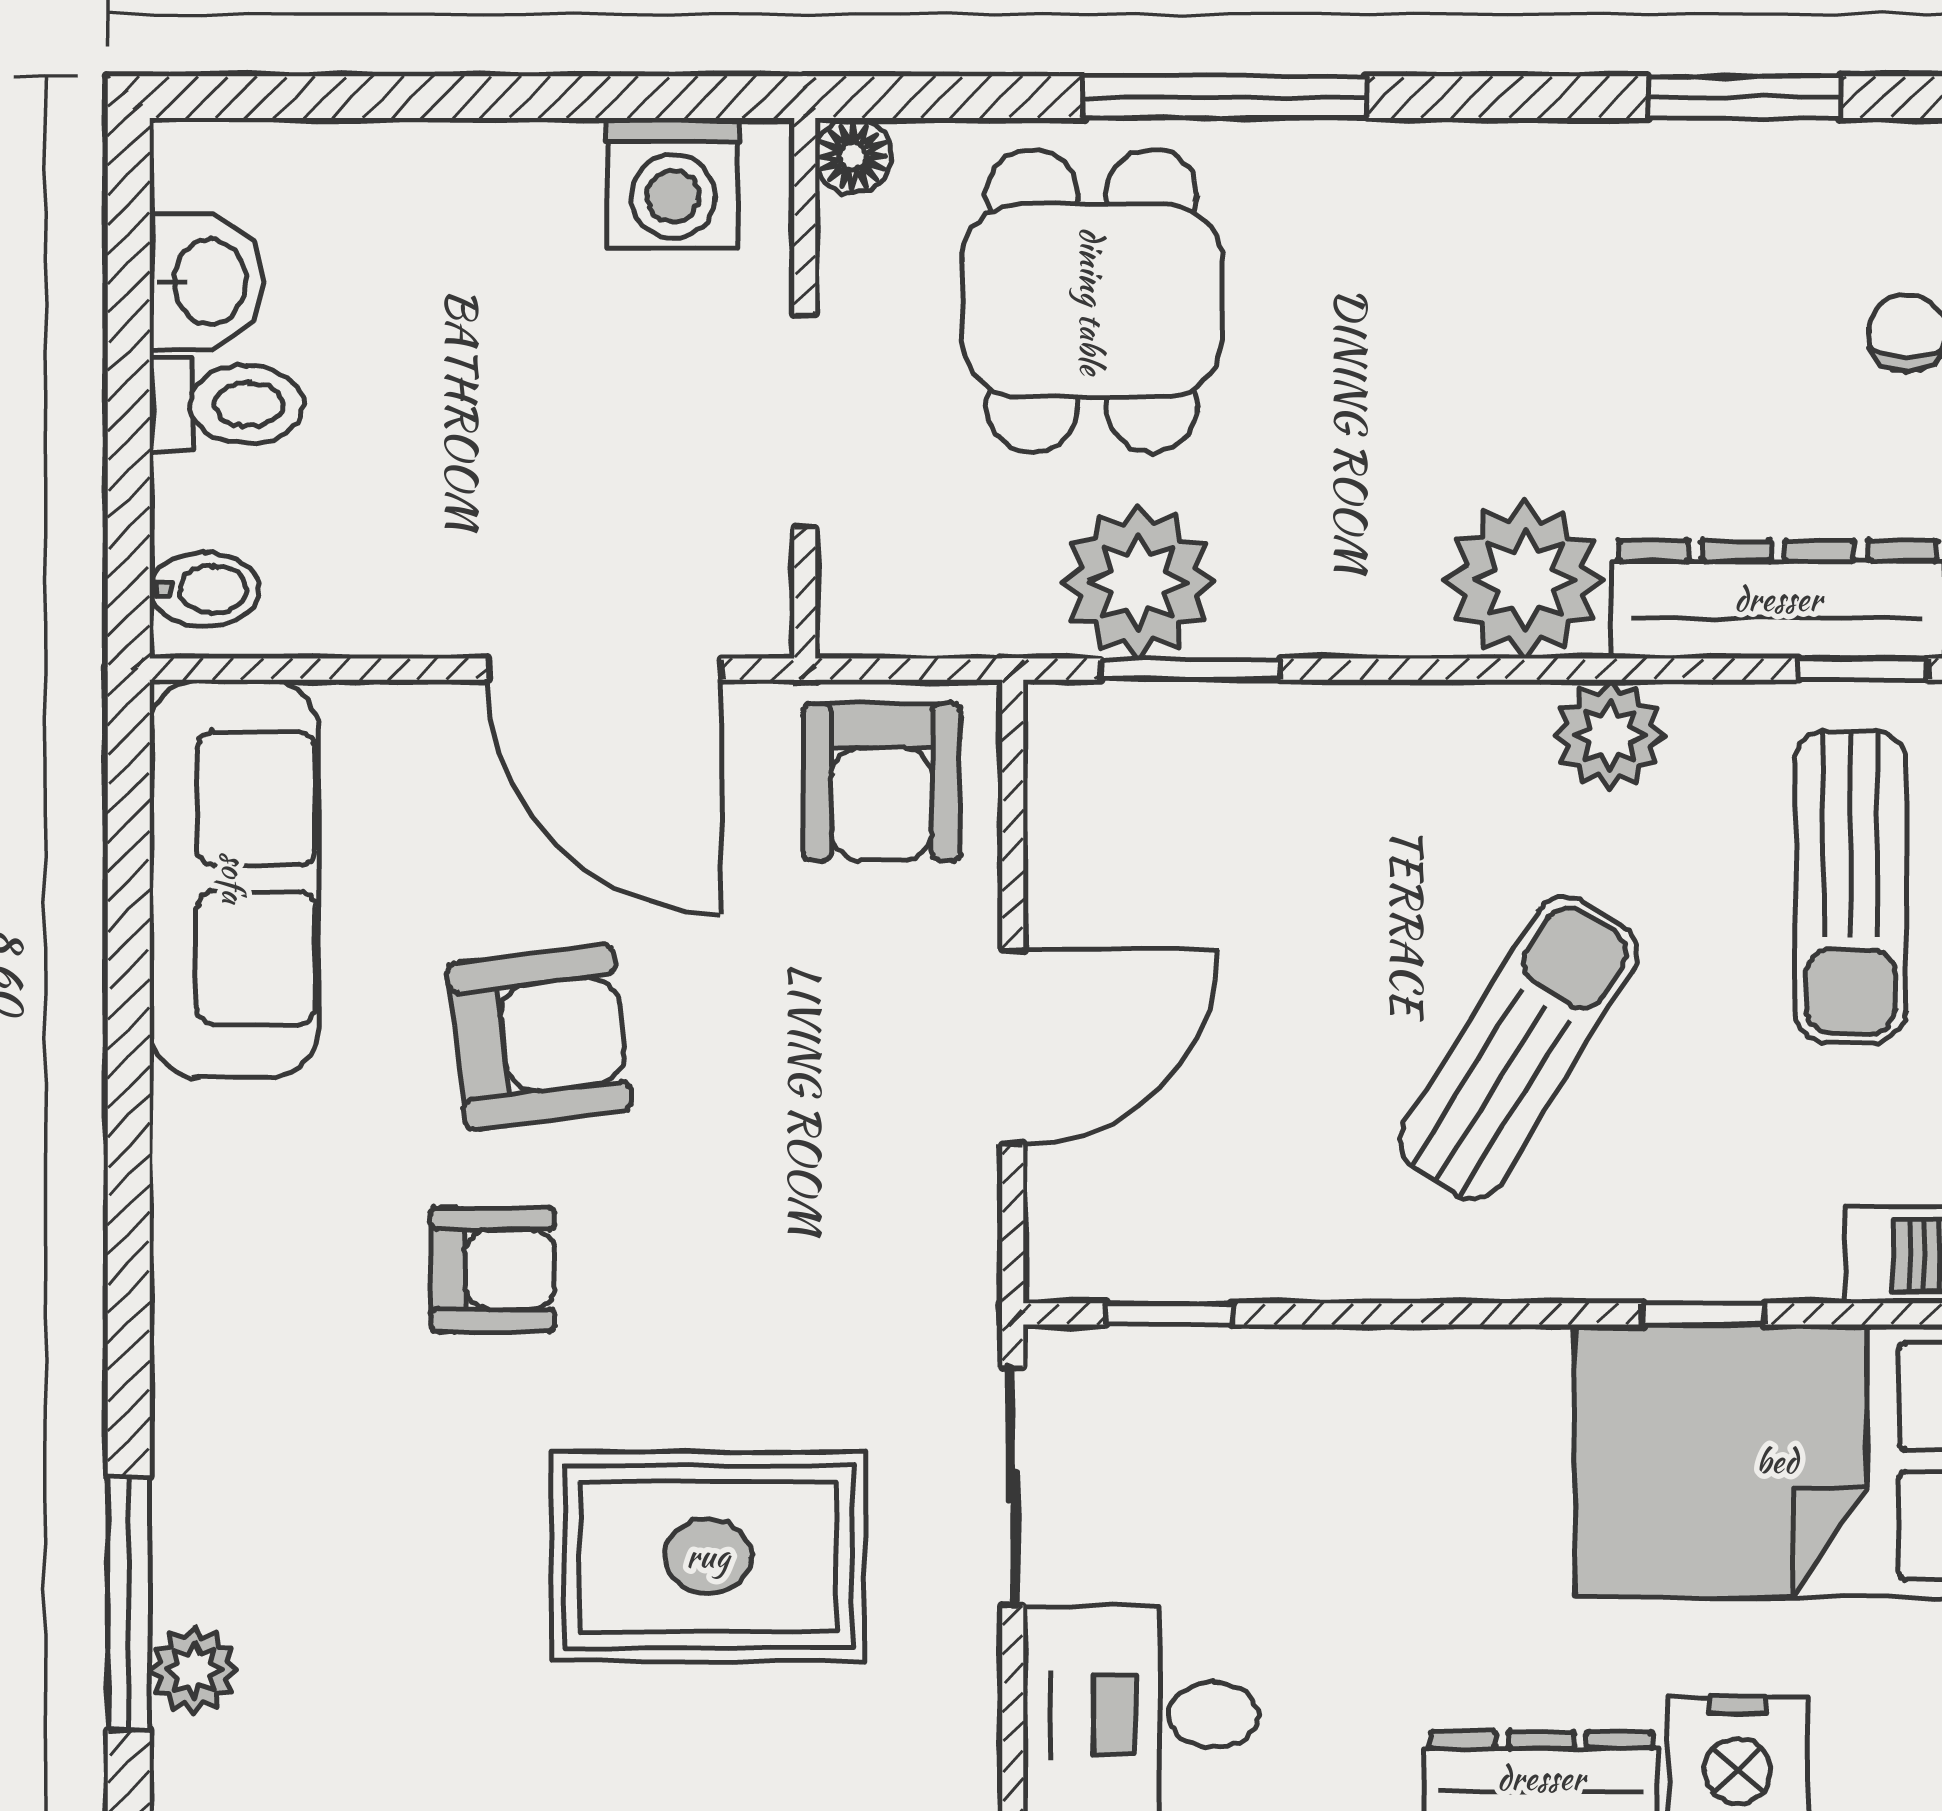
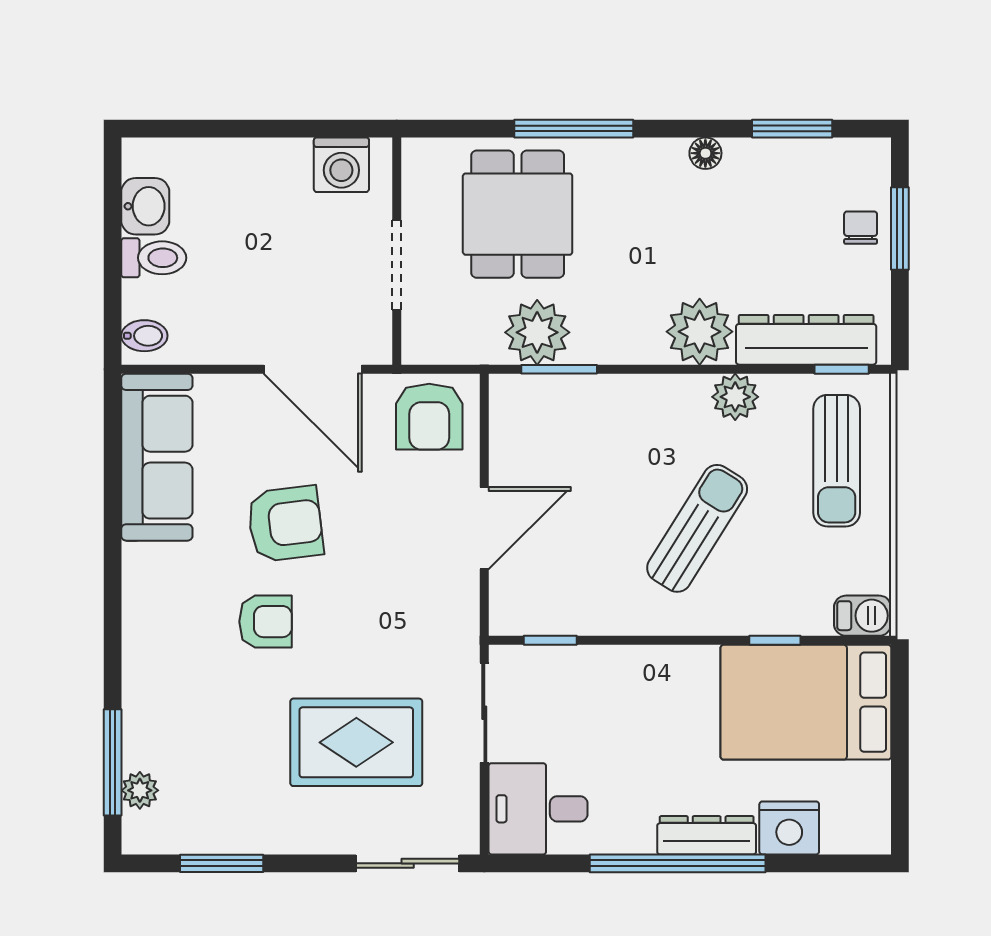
floor lamp: (853, 156) -> (705, 153), moved

